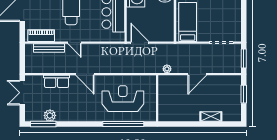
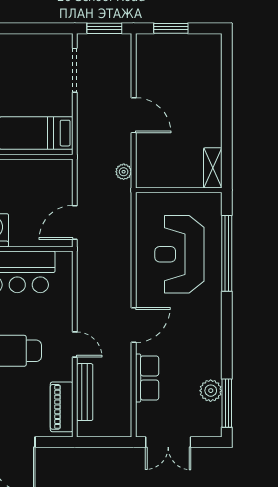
door: (75, 43) -> (75, 344), hinge flipped
shelving: (211, 116) -> (213, 168), moved

